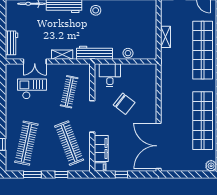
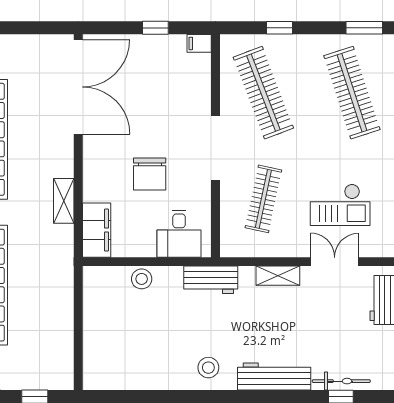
shelving: (166, 37) -> (64, 201), moved
workbench: (95, 53) -> (211, 280), width x0.73
chair: (124, 104) -> (150, 174), turned -128
clothes rail: (26, 143) -> (352, 93), turned -30
filing cabinet: (101, 149) -> (97, 230), moved, turned 180
window: (32, 174) -> (364, 28), moved

